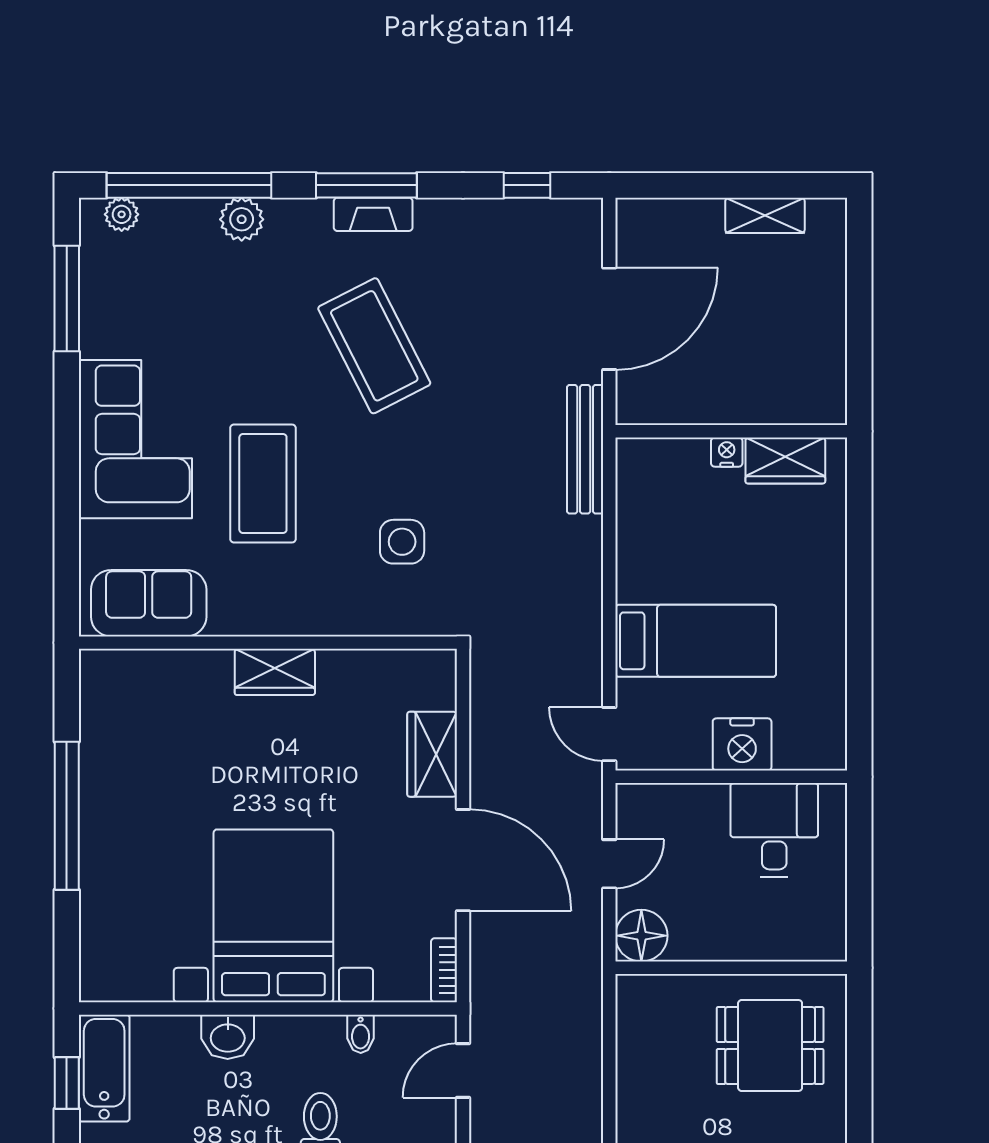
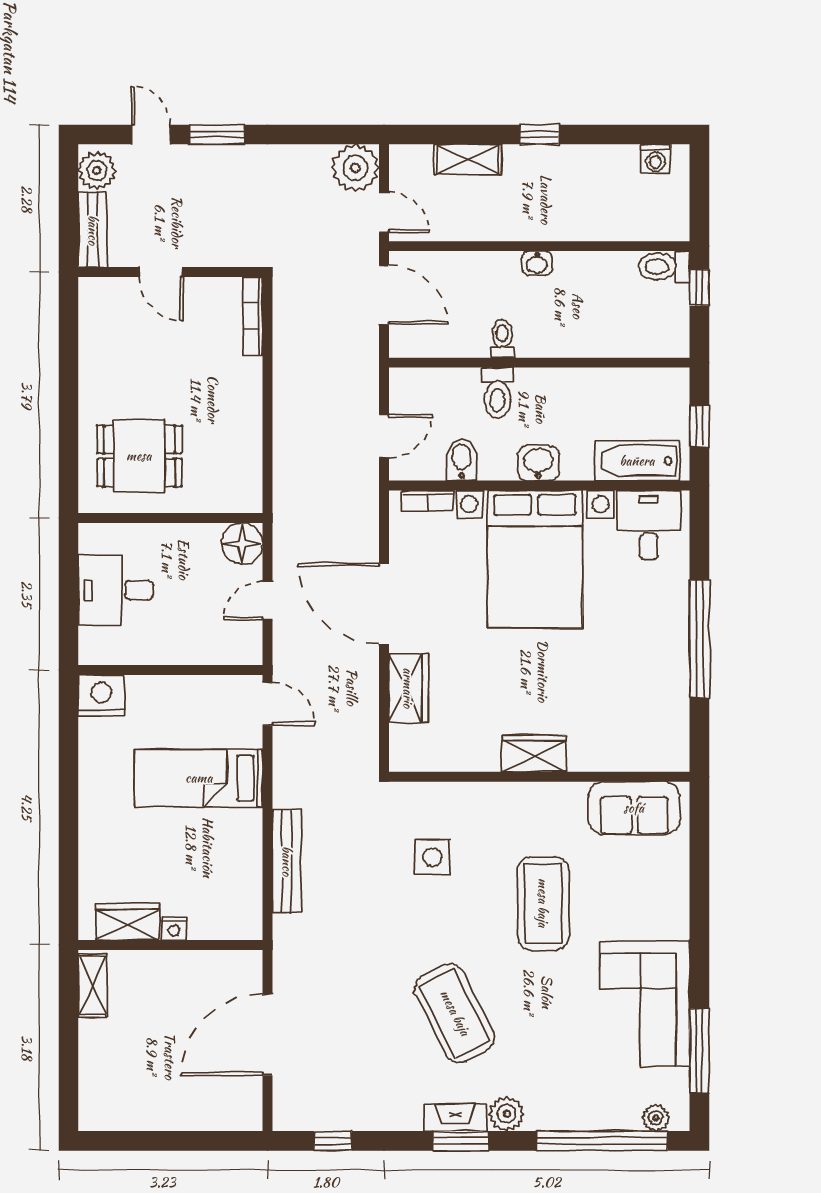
window: (366, 185) -> (461, 1141), width x0.69
shelving: (765, 215) -> (92, 985), moved, turned 90
plant: (242, 219) -> (507, 1114), moved
corner sofa: (135, 439) -> (645, 1004), moved
bench: (585, 449) -> (287, 861), moved
nightstand: (742, 744) -> (101, 696), moved
desk: (774, 830) -> (116, 590), moved, turned 90
desk: (130, 959) -> (649, 525), added
bookcase: (444, 970) -> (428, 501), moved, turned 90
bidet: (361, 1034) -> (462, 460), width x1.38, depth x1.36
washbasin: (228, 1037) -> (538, 463), moved
bathtub: (104, 1068) -> (637, 461), moved, turned 90

